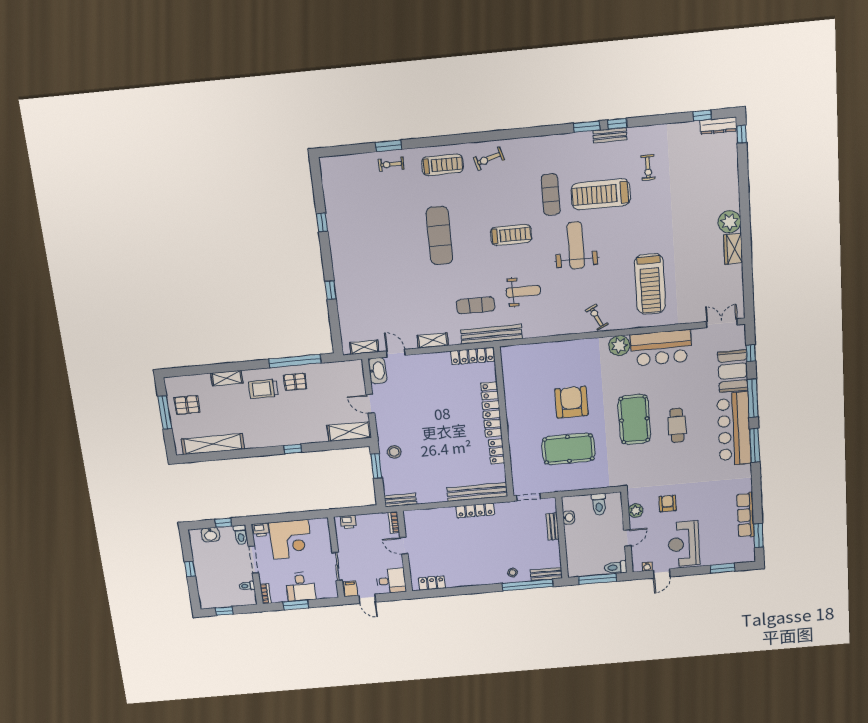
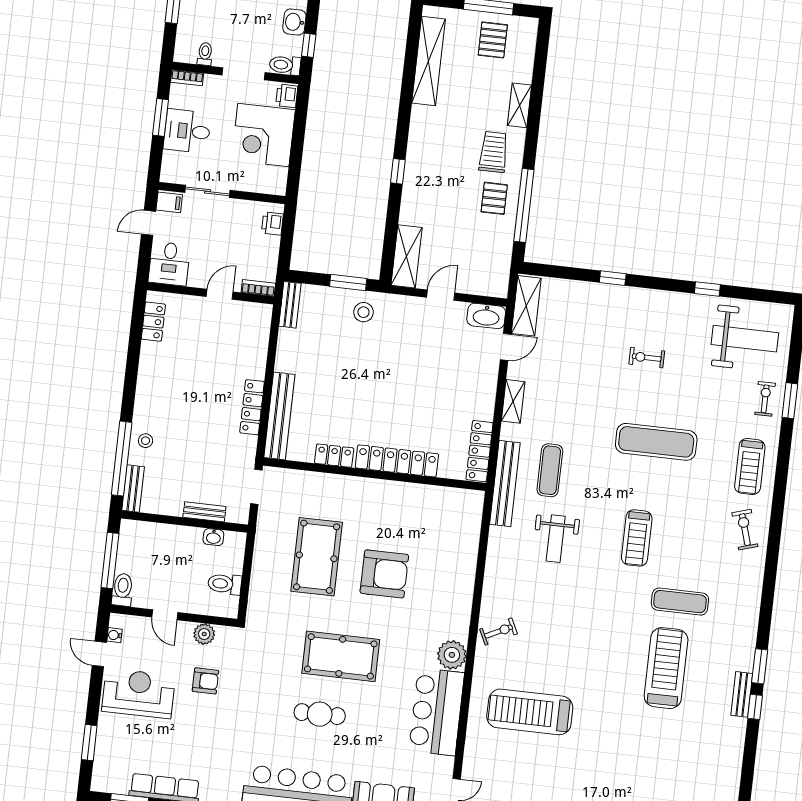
exercise bike: (648, 168) -> (647, 358), moved
weight bench: (576, 245) -> (745, 339), moved
shelving: (364, 347) -> (526, 306), width x1.50, depth x1.33

